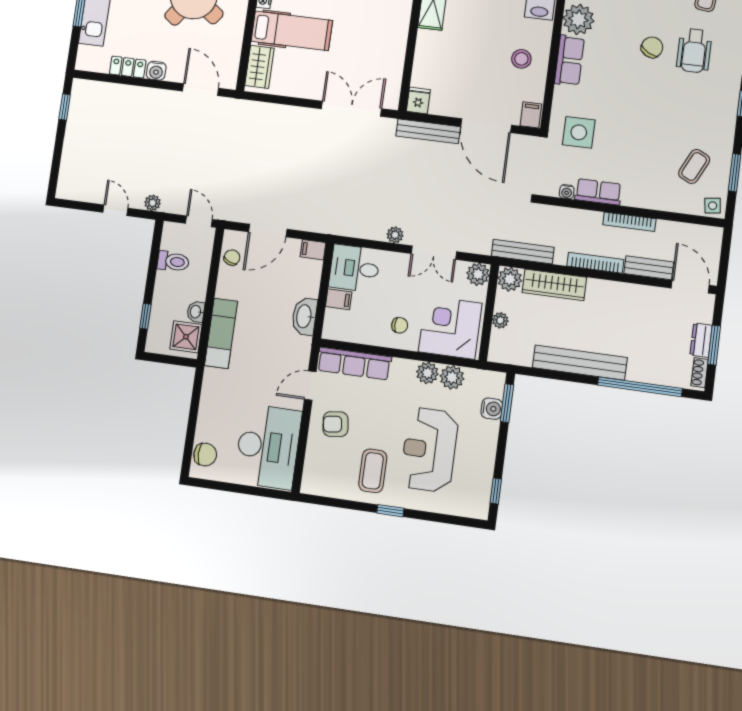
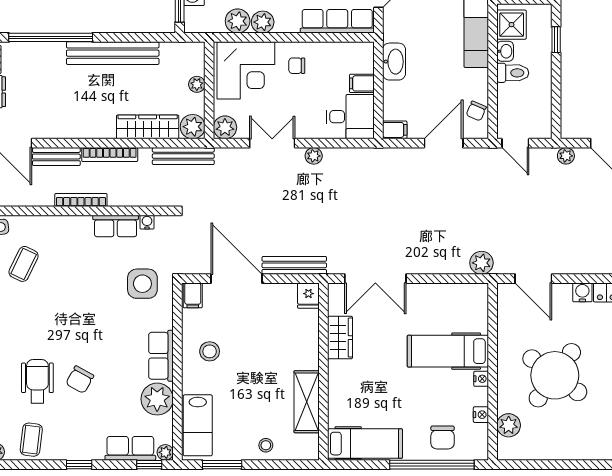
wardrobe: (259, 67) -> (340, 338), moved, turned 180
plant: (248, 111) -> (481, 263), added
toilet: (173, 261) -> (513, 73), moved, turned 180

